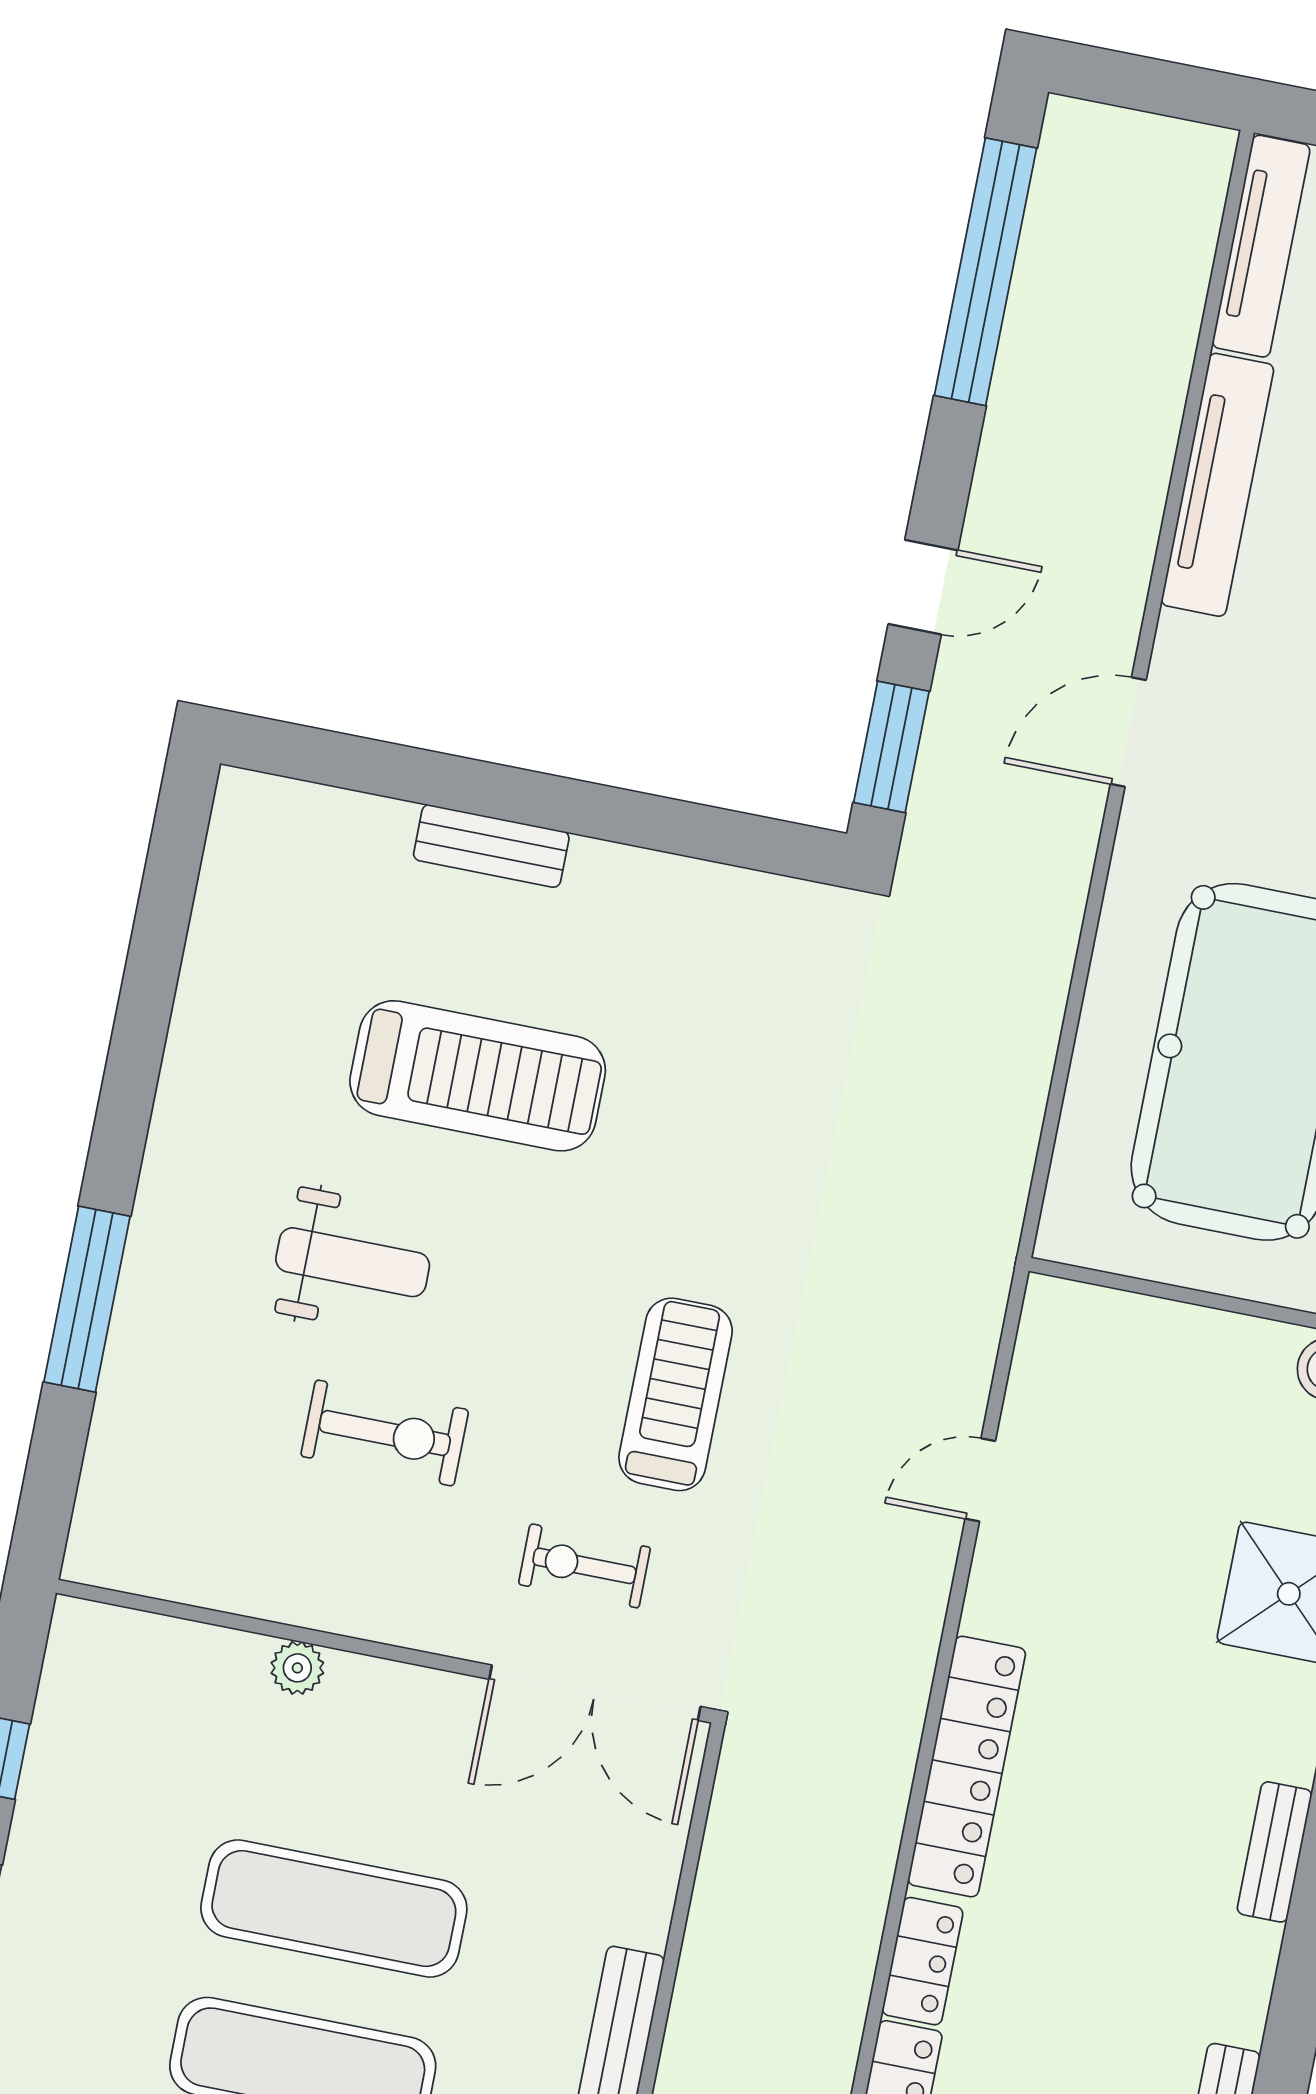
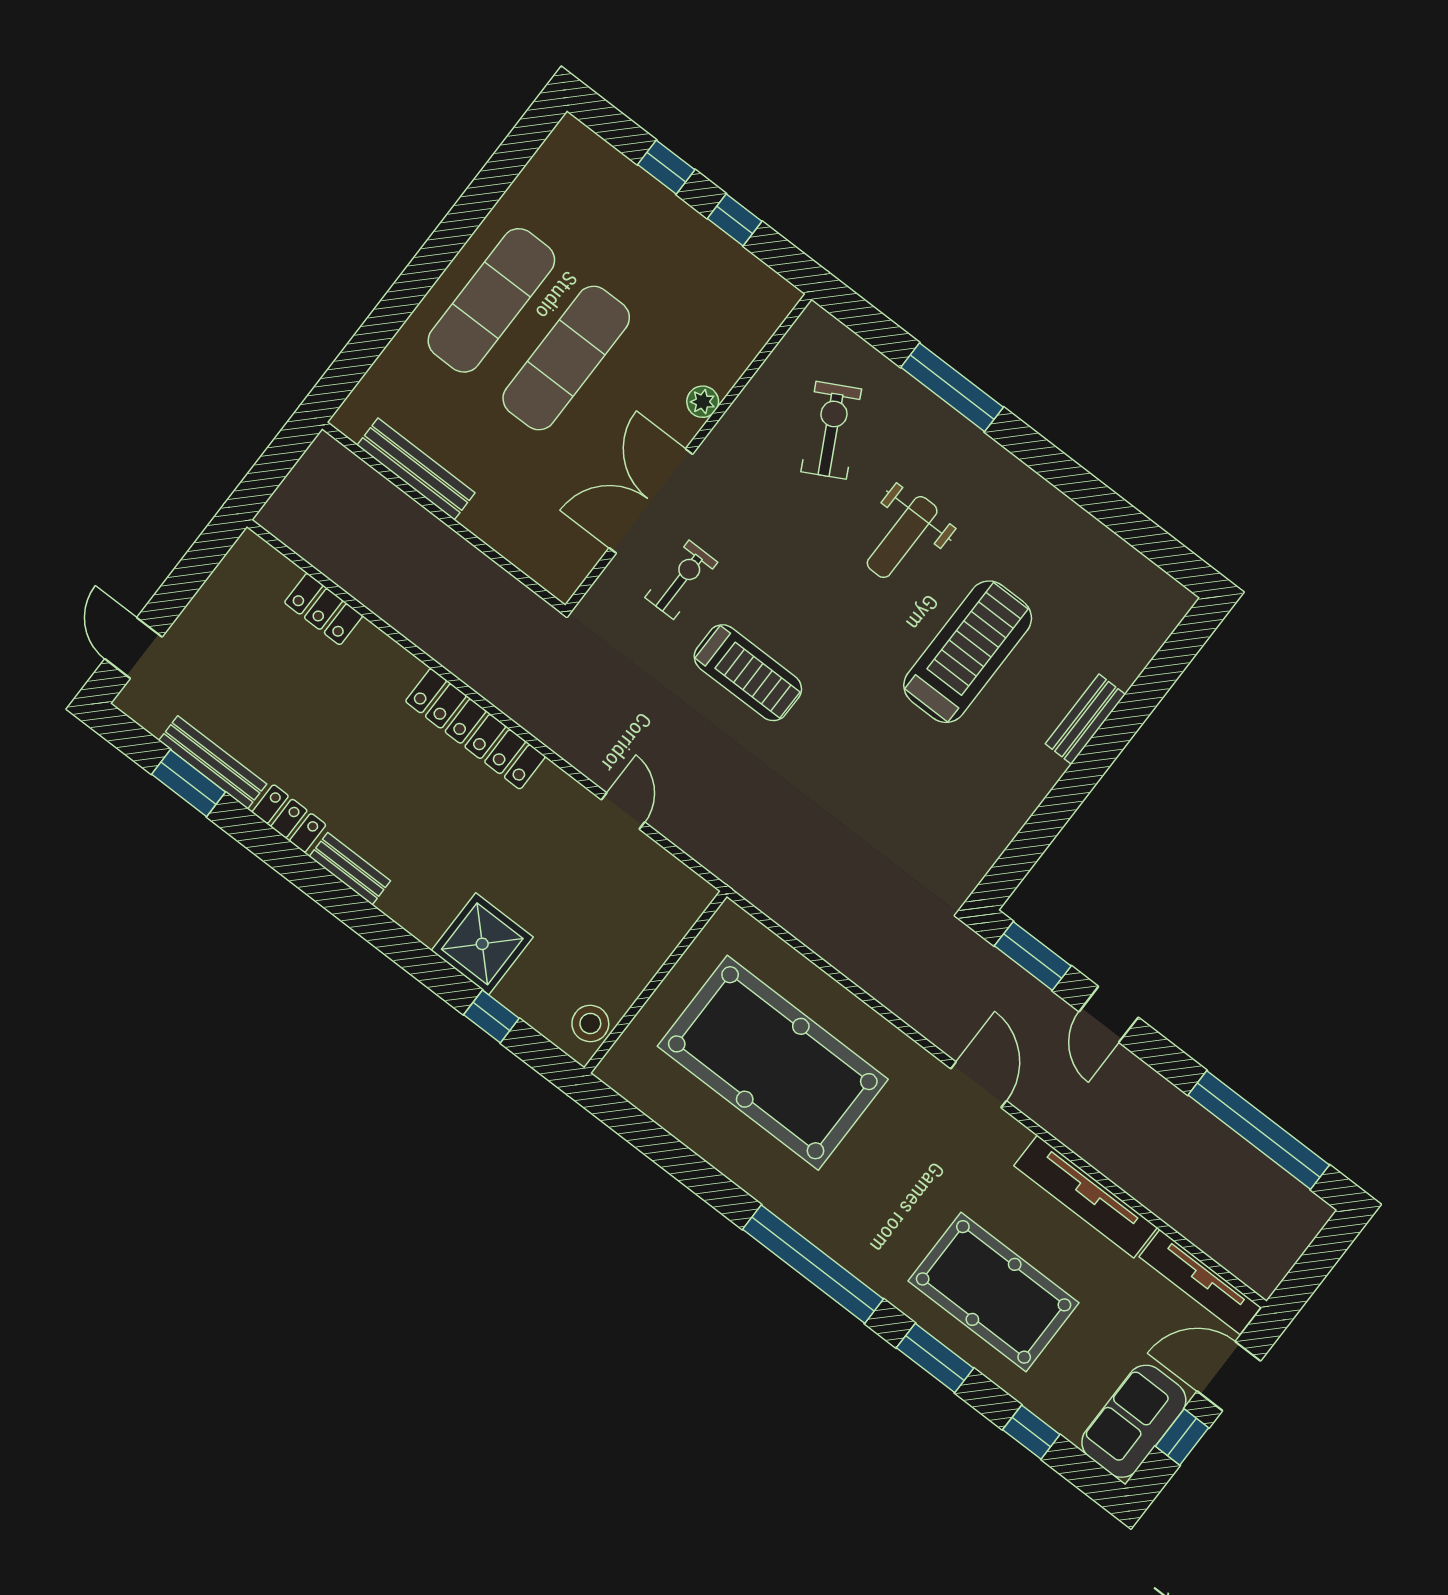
treadmill: (478, 1076) -> (968, 652), turned 180
exercise bike: (385, 1433) -> (831, 430), moved, turned 152
double door: (595, 1693) -> (651, 501), moved
locker: (923, 1961) -> (289, 818), moved, turned 180

